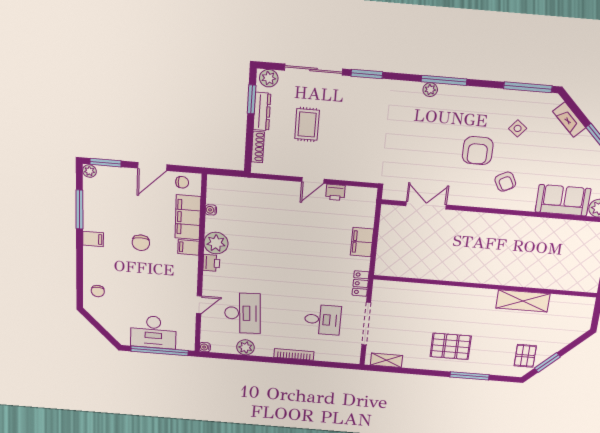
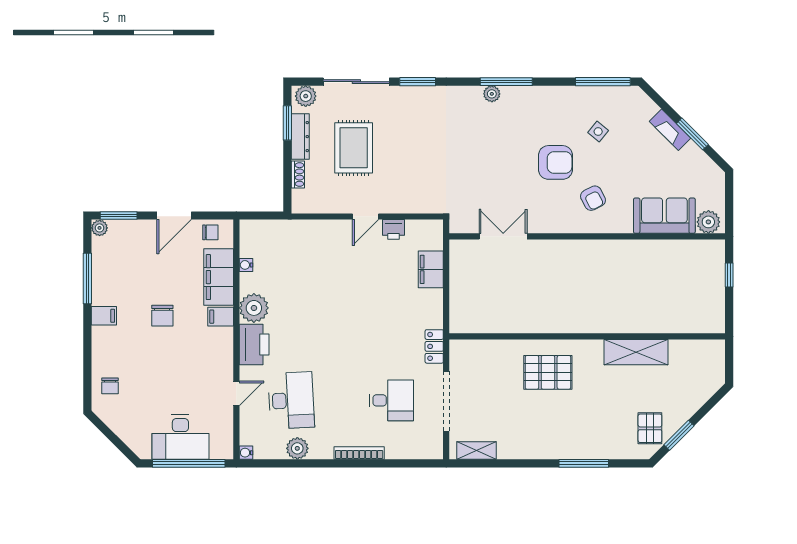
fireplace: (569, 120) -> (670, 130), moved
rug: (307, 125) -> (354, 148), width x1.36, depth x1.43
shoe rack: (258, 147) -> (298, 174), width x0.70
armchair: (478, 151) -> (555, 162), turned -90
filing cabinet: (362, 242) -> (431, 269), moved
printer: (211, 263) -> (254, 345), width x1.87, depth x1.48
pallet: (451, 346) -> (548, 372), moved

